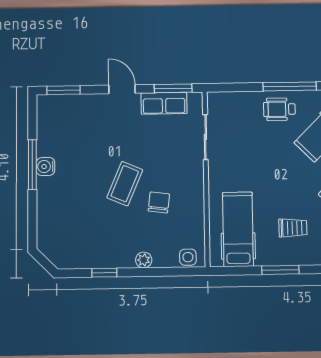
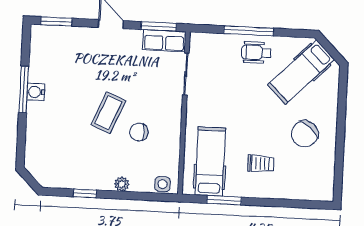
window: (290, 86) -> (249, 31), moved
row of seats: (164, 103) -> (164, 41), moved
chair: (159, 202) -> (139, 132), turned -97
window: (280, 270) -> (224, 200), moved

